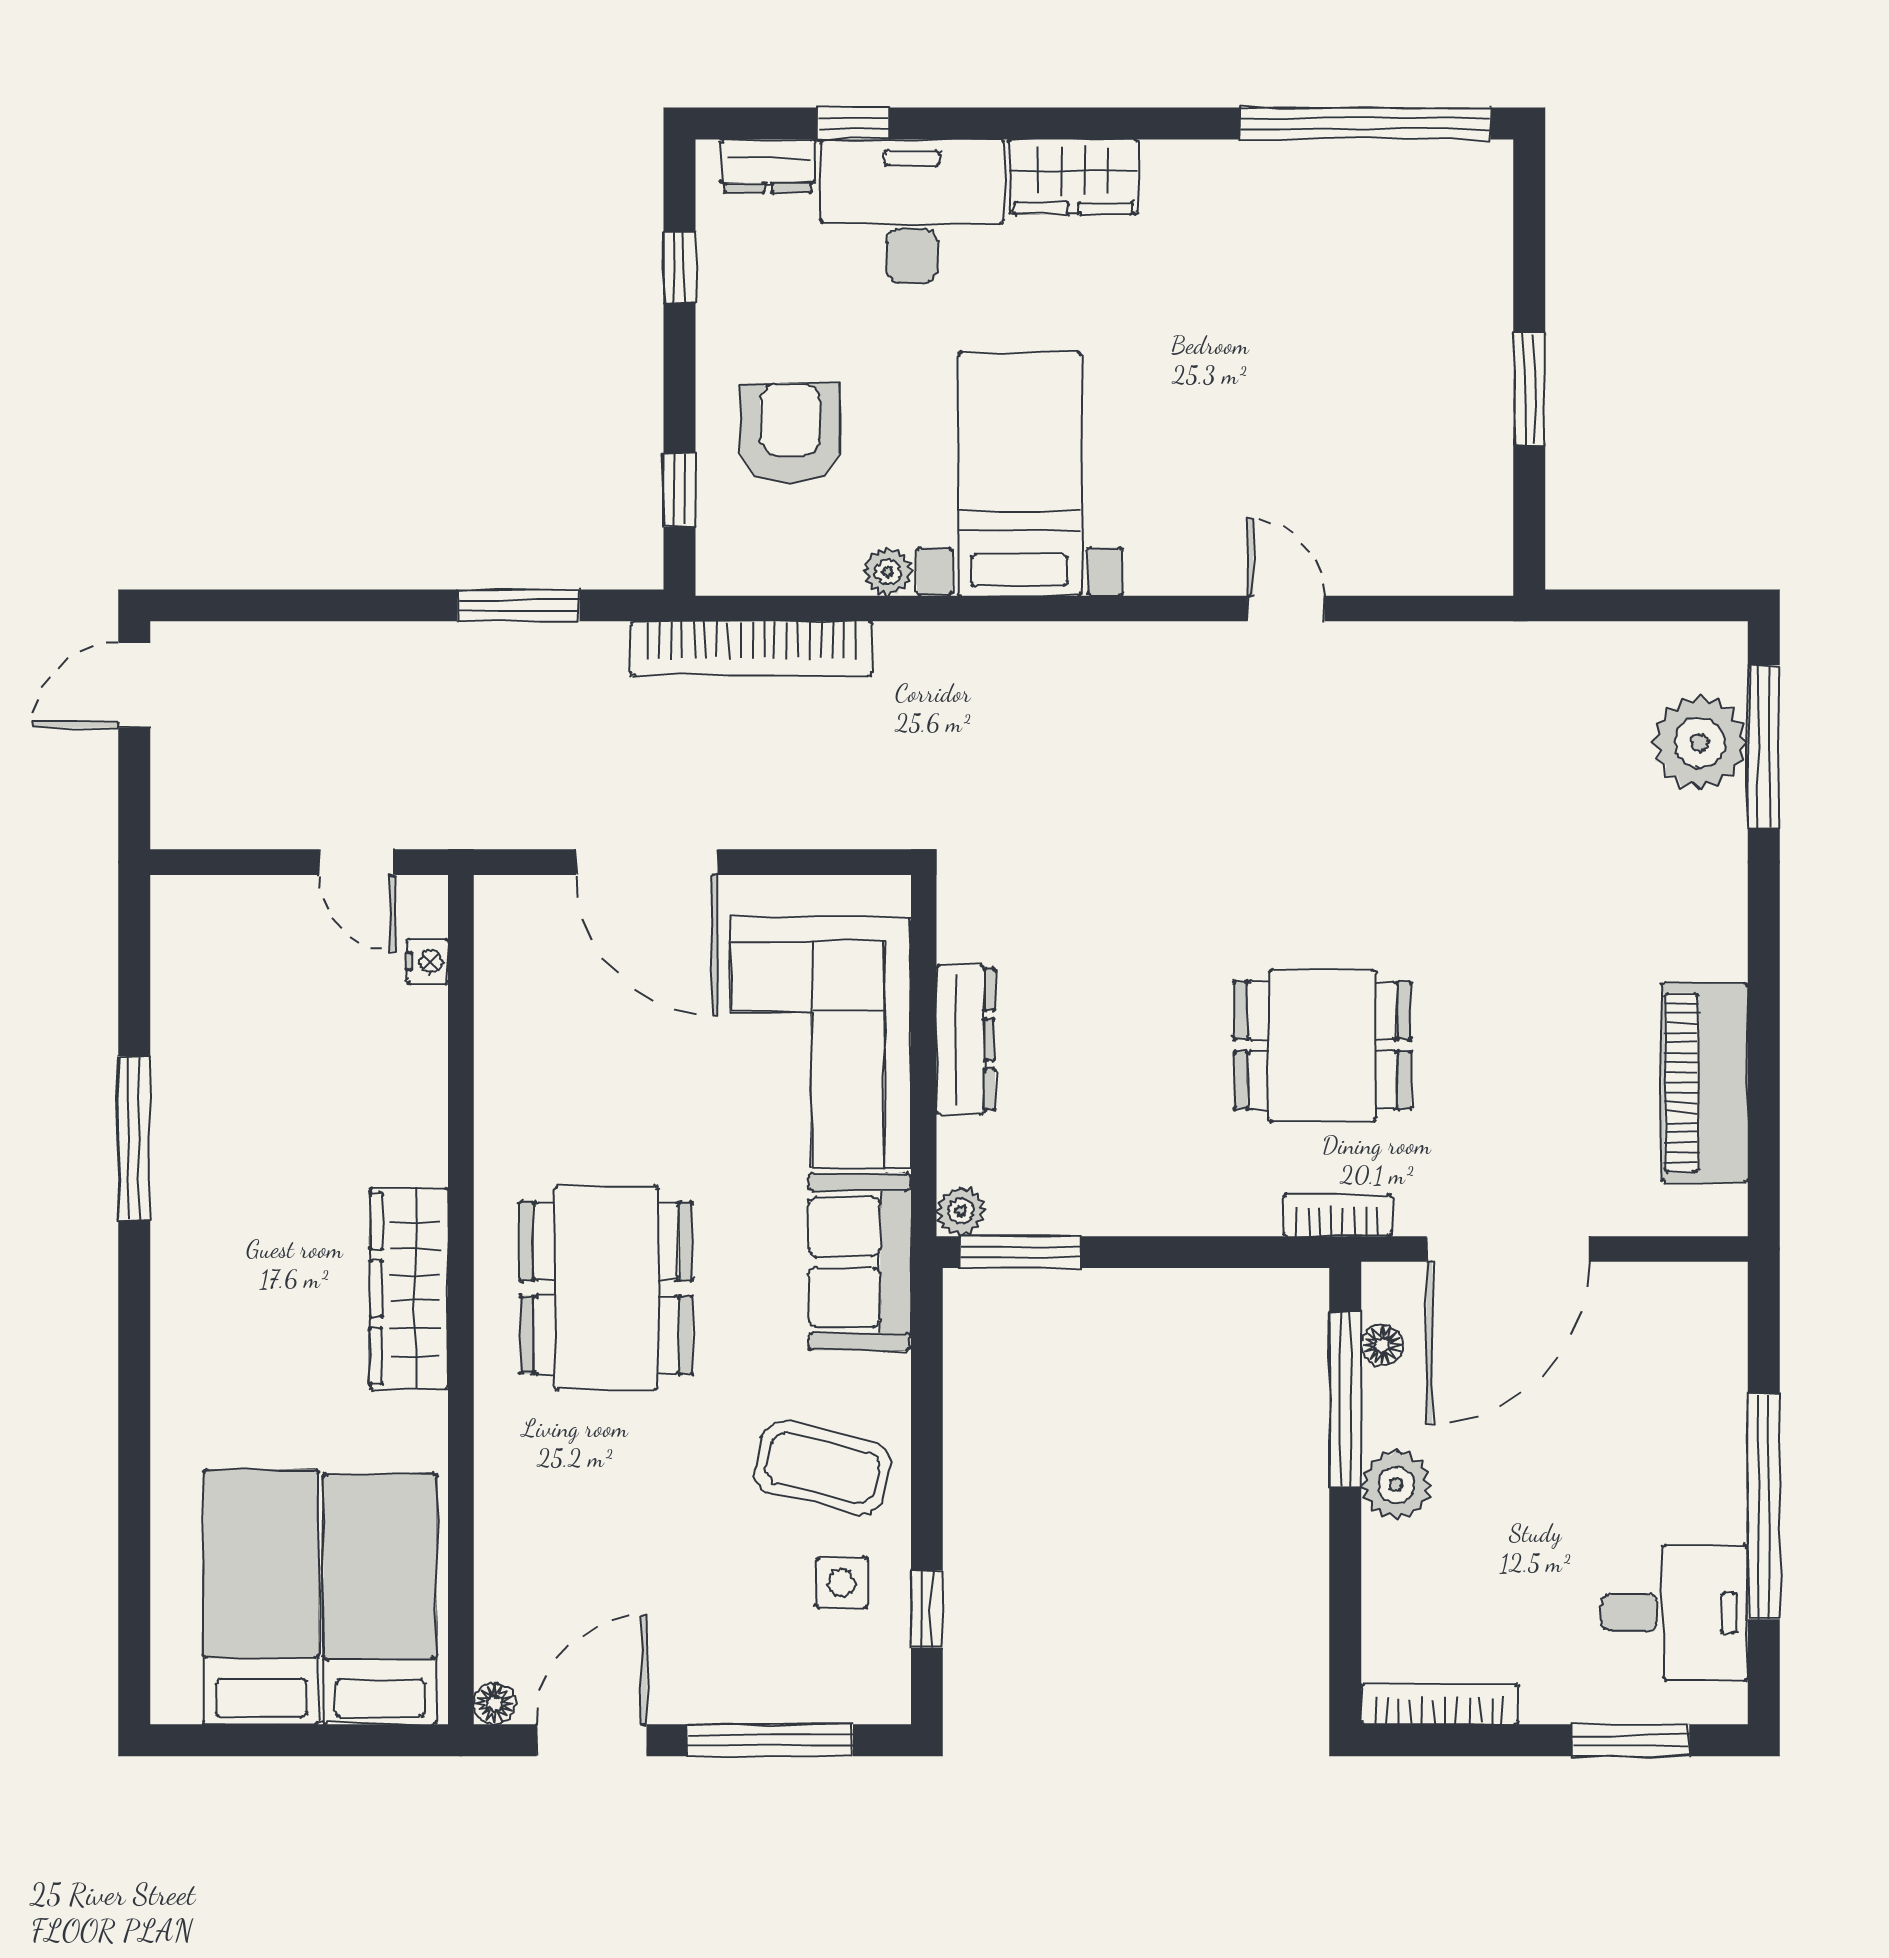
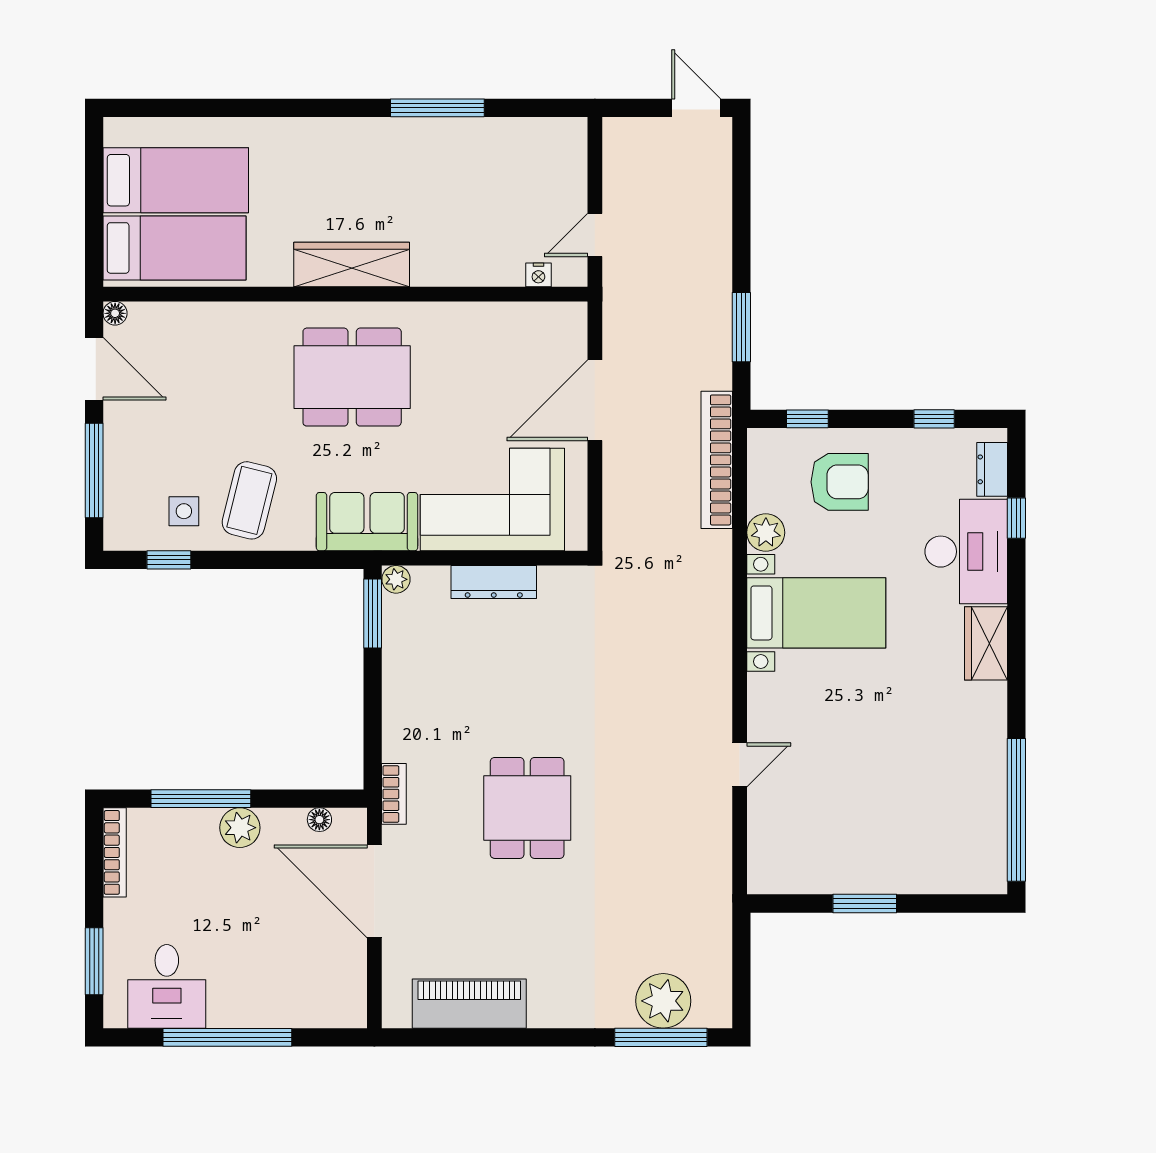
plant: (888, 572) -> (766, 533), width x1.38, depth x1.38
dining table: (1322, 1045) -> (527, 808), moved
window: (1345, 1399) -> (201, 799), moved

